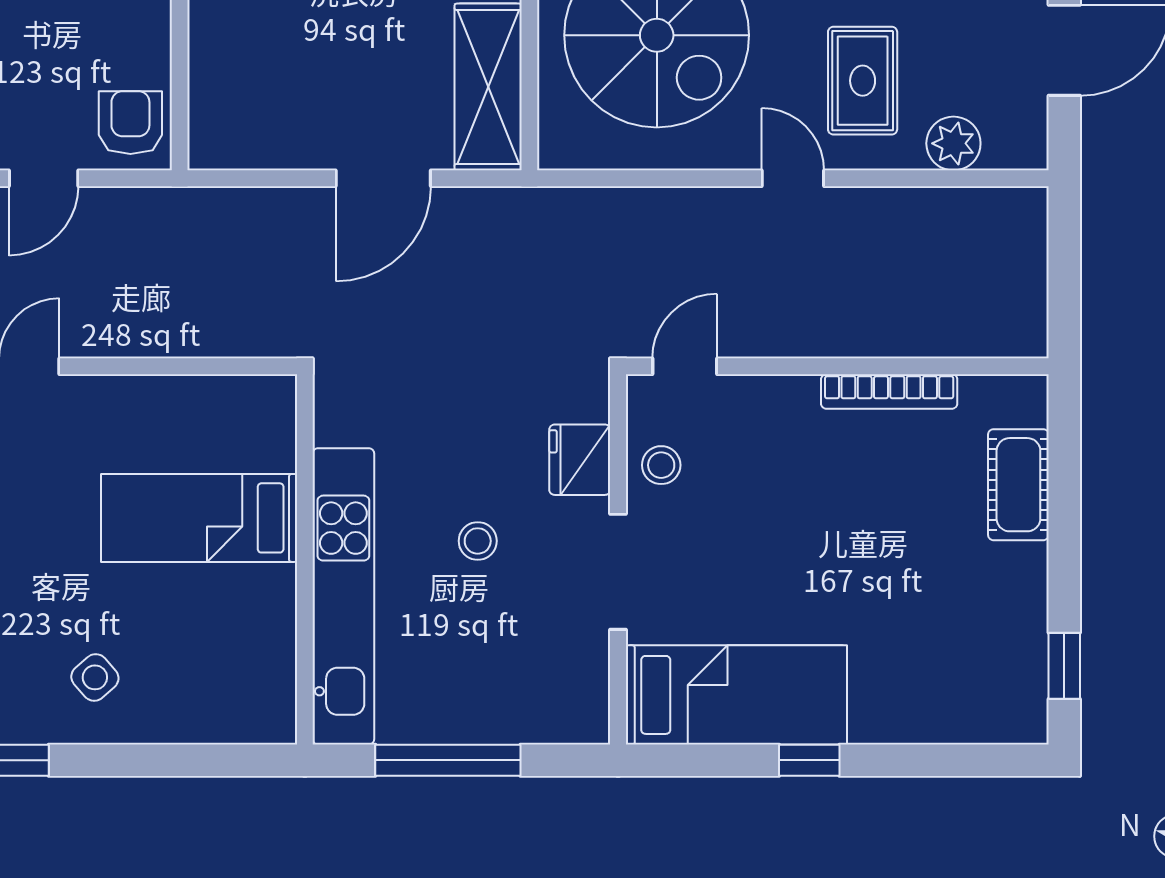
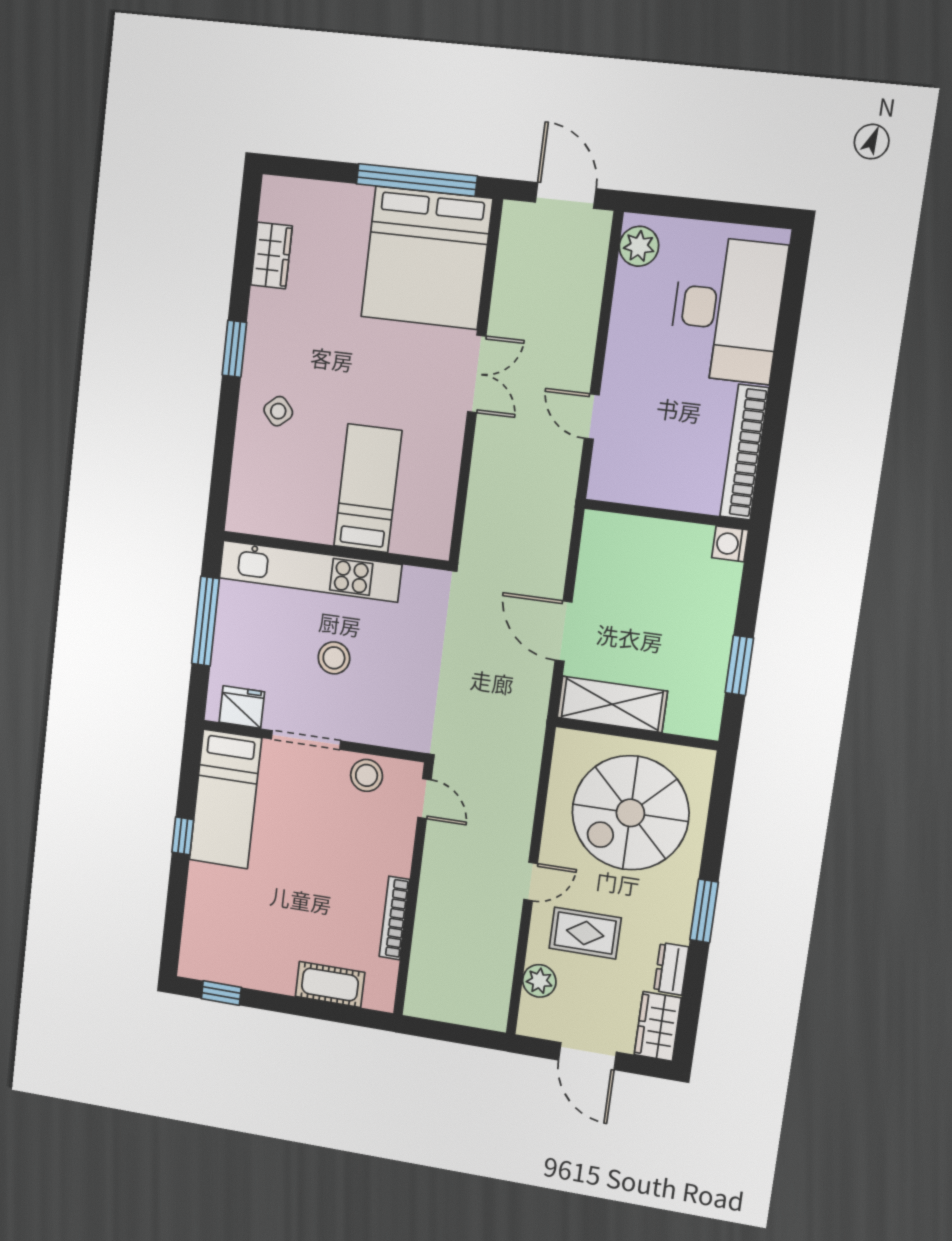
armchair: (130, 123) -> (620, 477), removed
fridge: (580, 460) -> (242, 707), moved
stool: (661, 465) -> (367, 775), width x1.37, depth x1.37
stool: (478, 541) -> (334, 658), width x1.37, depth x1.37

